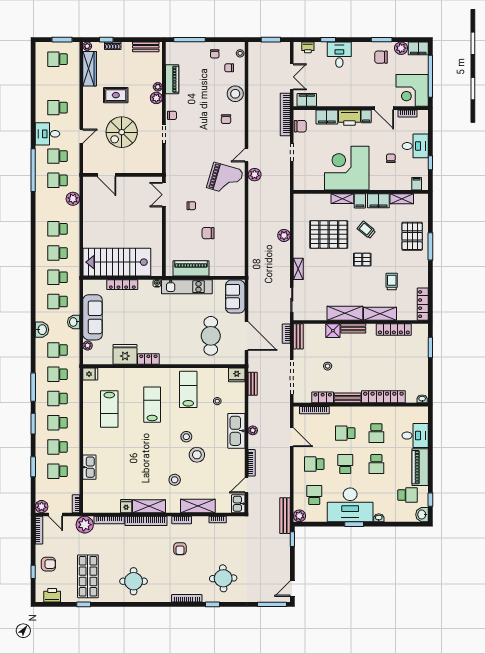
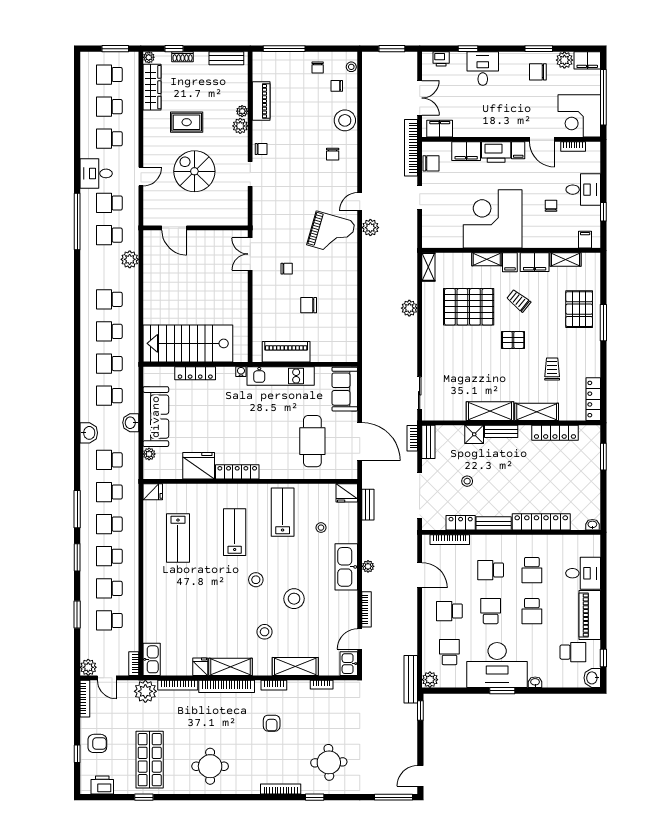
school desk: (57, 83) -> (109, 107), added
spiral stairs: (122, 132) -> (194, 171), turned 90
shelving: (298, 269) -> (428, 267), moved
locker: (148, 359) -> (237, 472), width x1.53
stool: (186, 437) -> (256, 580), moved
kitchen sink: (89, 467) -> (152, 659), moved

